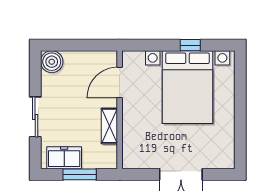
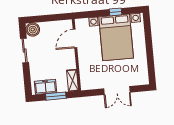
sliding door: (35, 117) -> (25, 50), moved
shelving: (109, 126) -> (73, 80), moved

